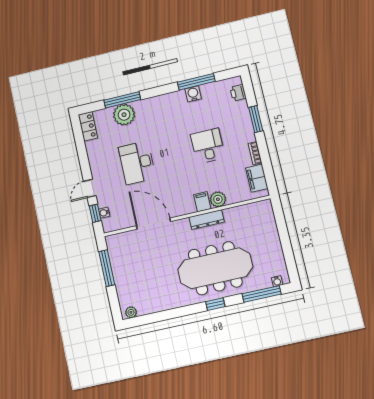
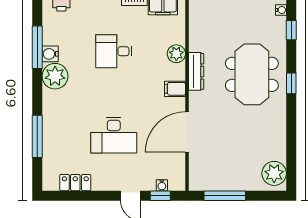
plant: (124, 115) -> (55, 76), moved
locker: (88, 126) -> (75, 183), moved
filing cabinet: (202, 202) -> (175, 89), moved
meeting table: (215, 268) -> (252, 74), width x0.73
window: (262, 294) -> (291, 30), width x0.46
plant: (131, 312) -> (274, 173), width x1.88, depth x1.88

